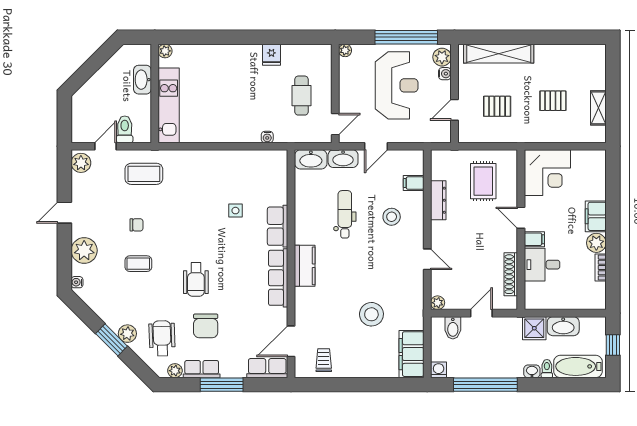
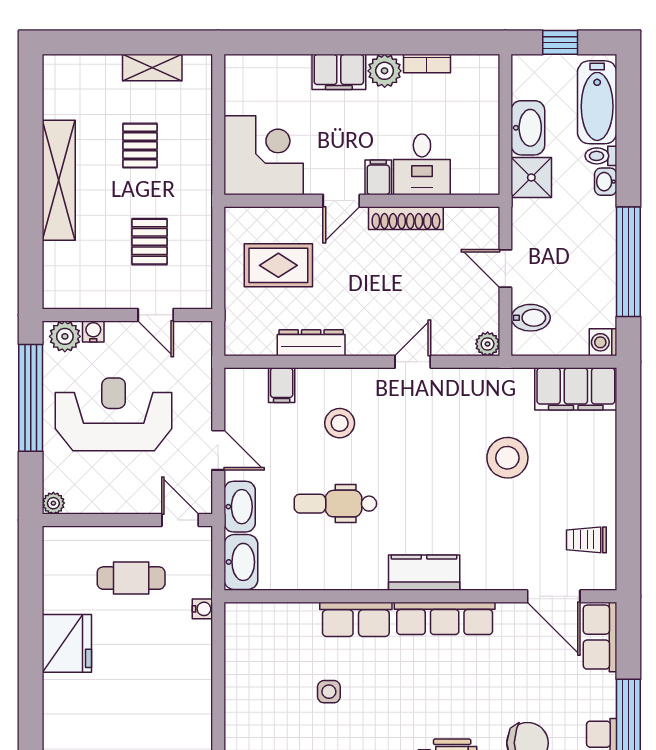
shelving: (499, 54) -> (59, 180), moved
fridge: (271, 55) -> (67, 643), width x1.88, depth x1.34
water cooler: (267, 137) -> (202, 609), moved
shoe rack: (511, 274) -> (406, 218), moved

